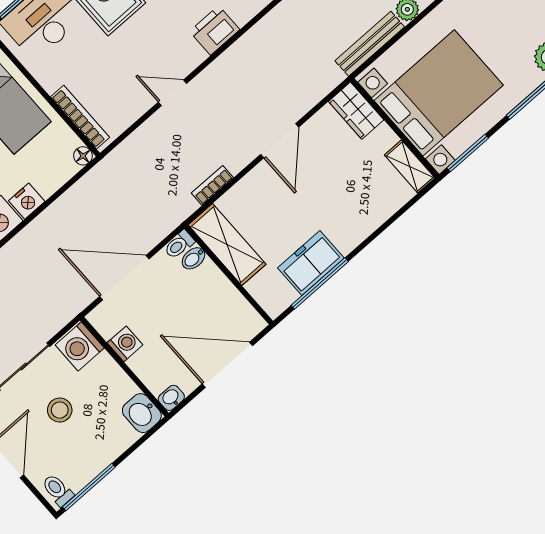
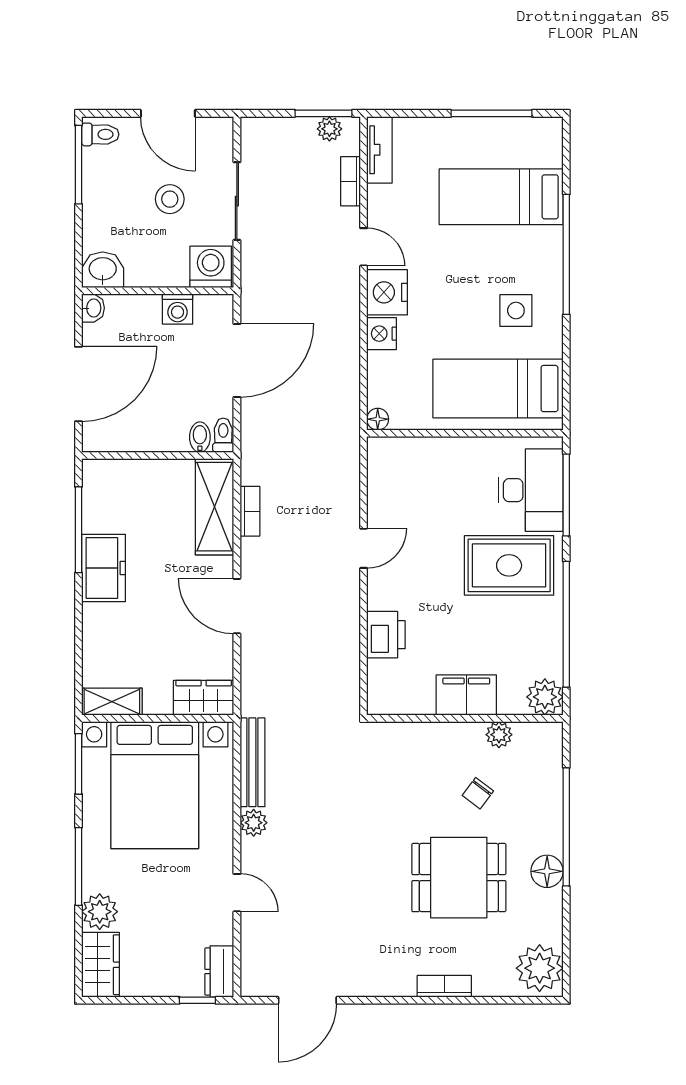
bookcase: (80, 117) -> (414, 447), removed
shelving: (227, 245) -> (214, 507), moved, turned 90
freezer: (311, 263) -> (104, 568), moved

